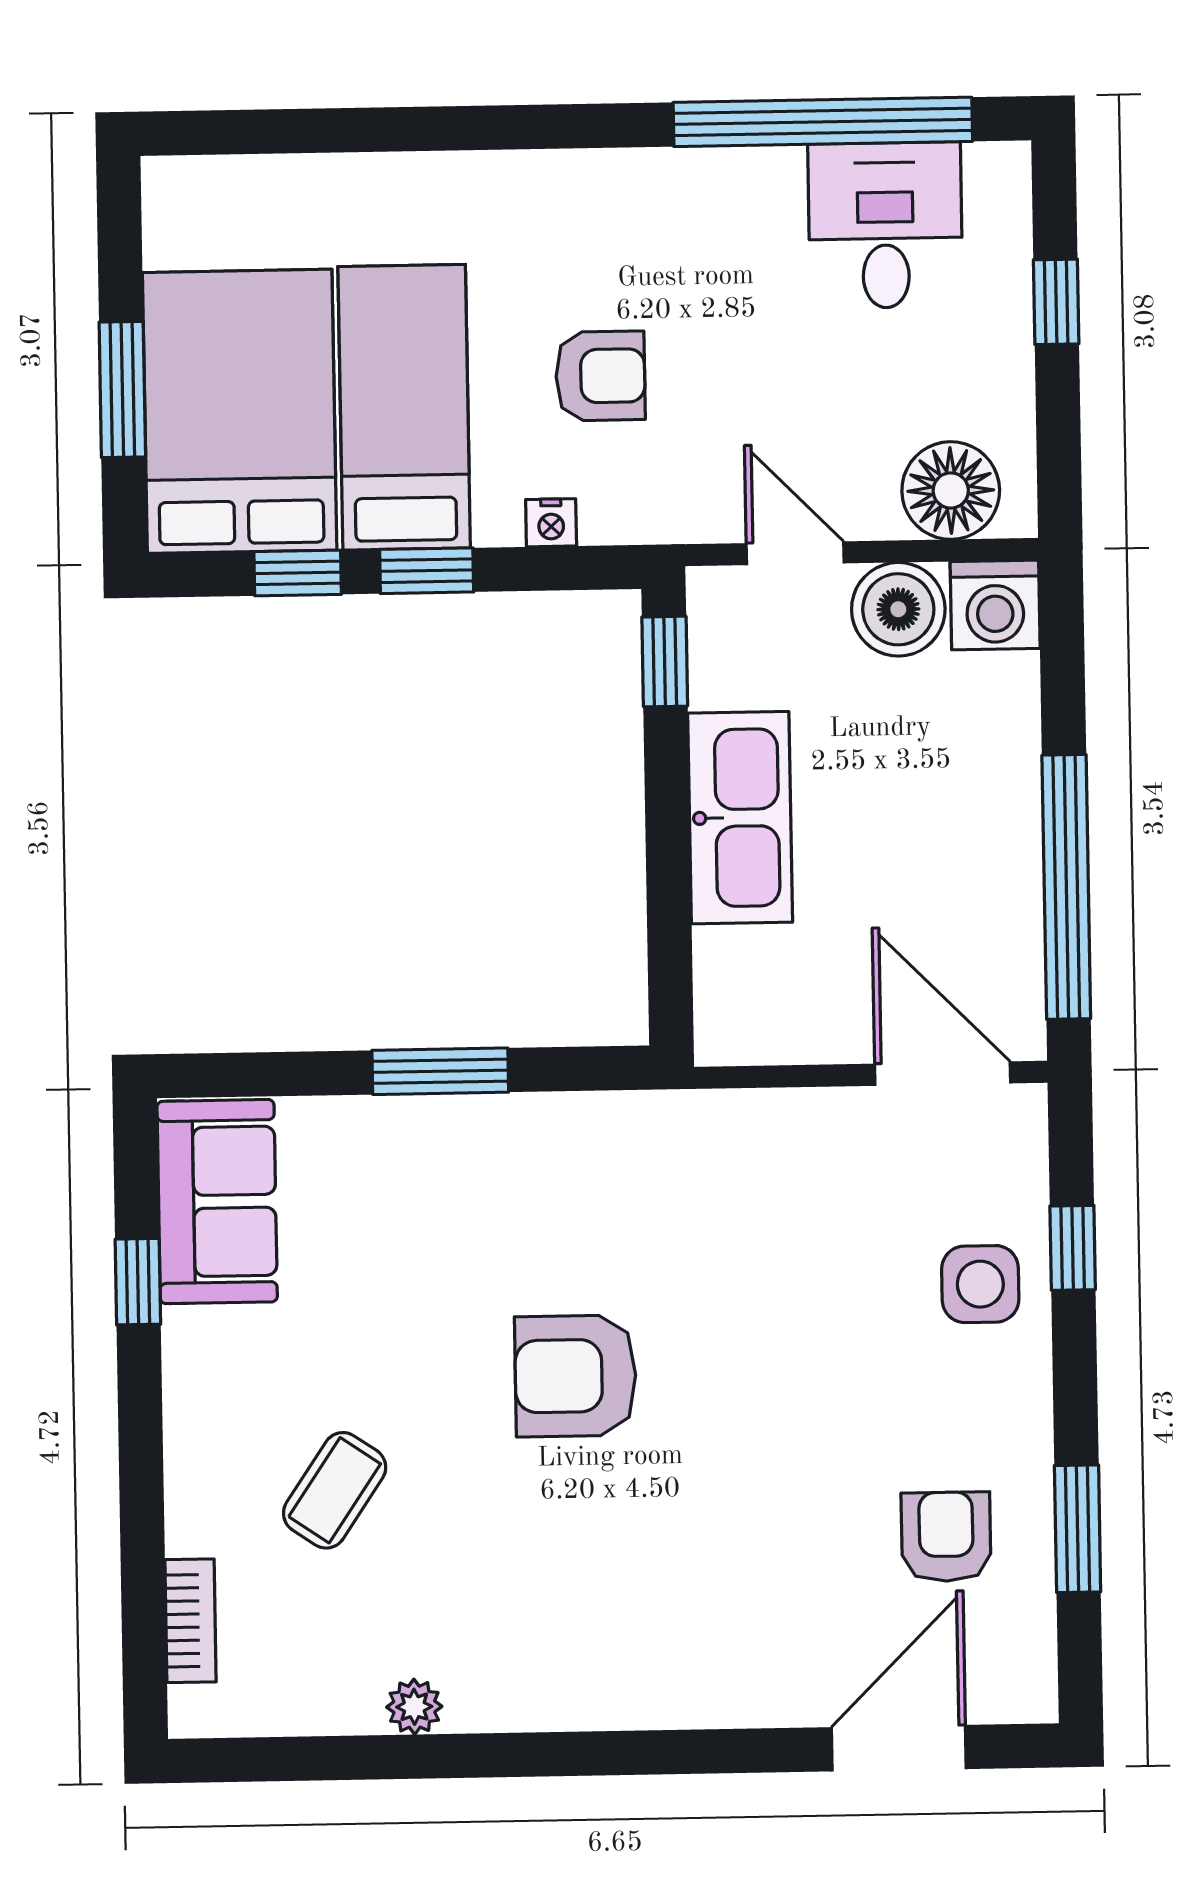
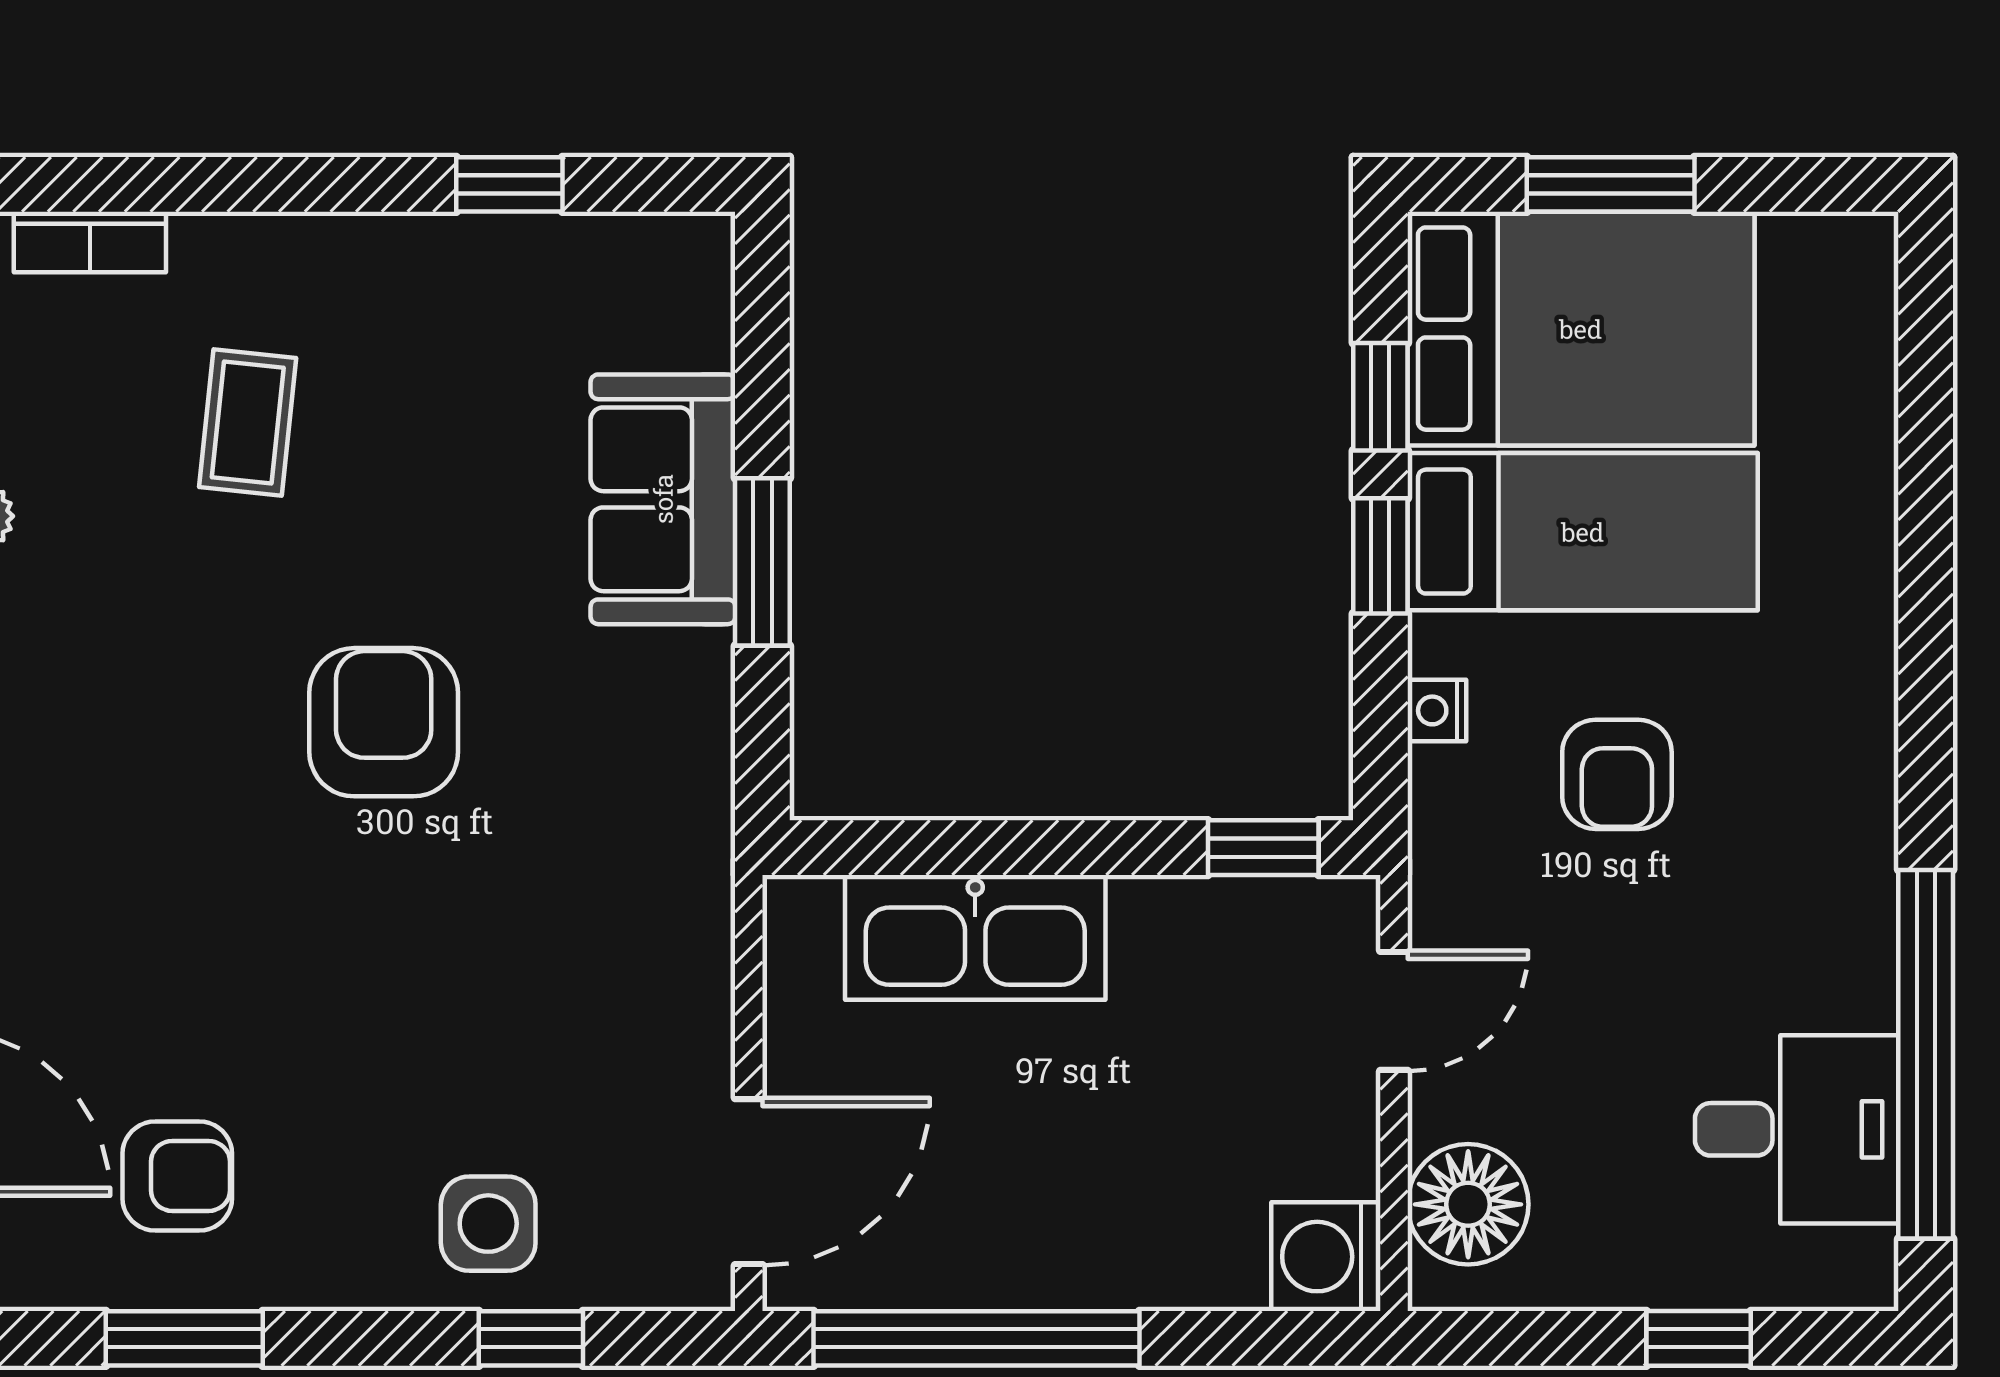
boiler: (898, 609) -> (1323, 1137), removed
kitchen sink: (740, 818) -> (975, 937), moved
sofa: (217, 1202) -> (663, 499), moved, turned 90
coffee table: (335, 1490) -> (248, 422), turned 62

